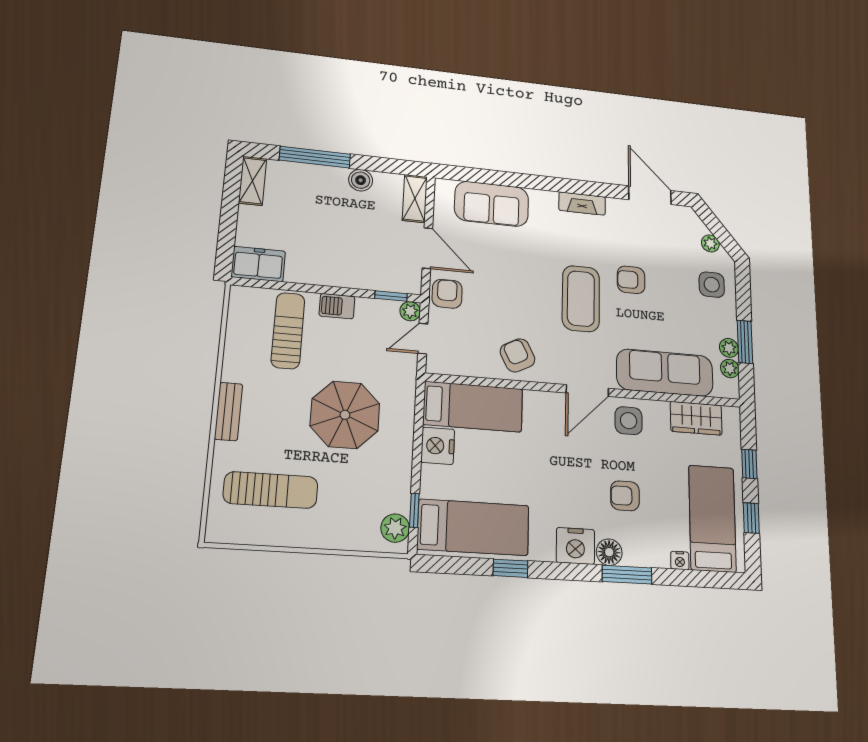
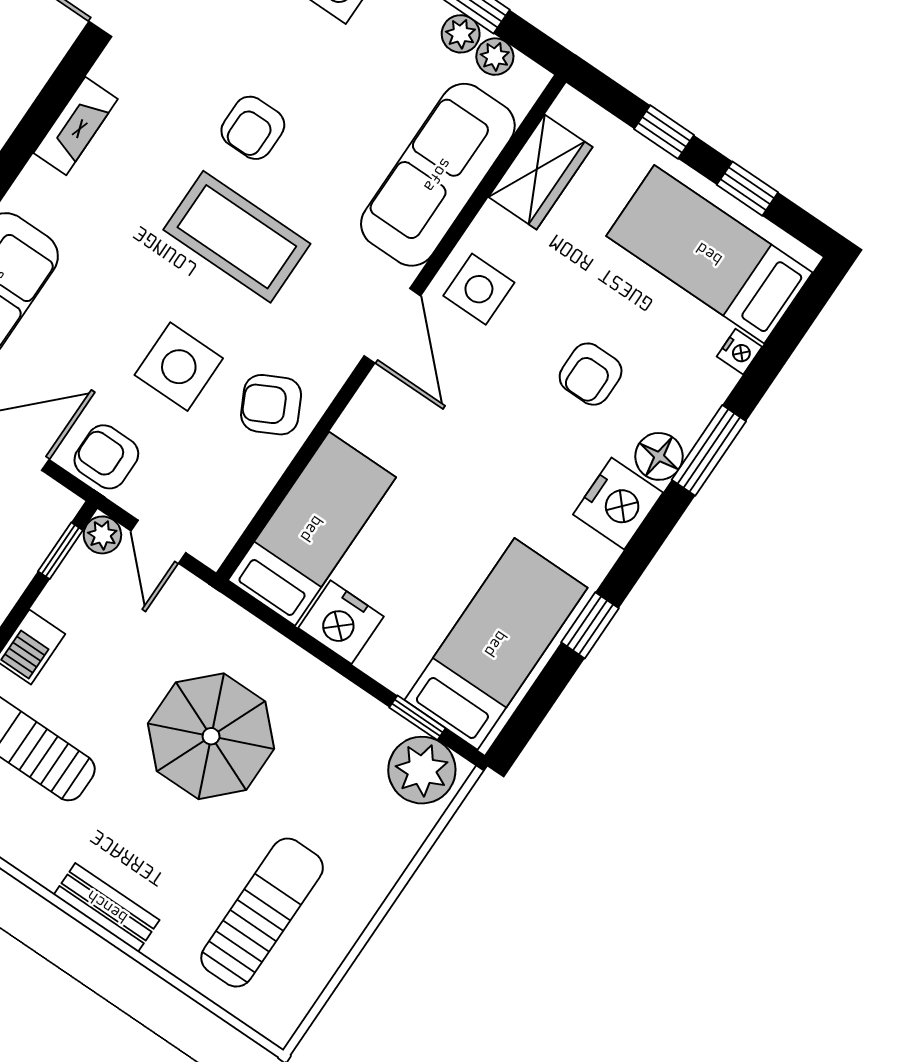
side table: (508, 304) -> (179, 367), added
plant: (395, 528) -> (422, 770), width x1.36, depth x1.36

